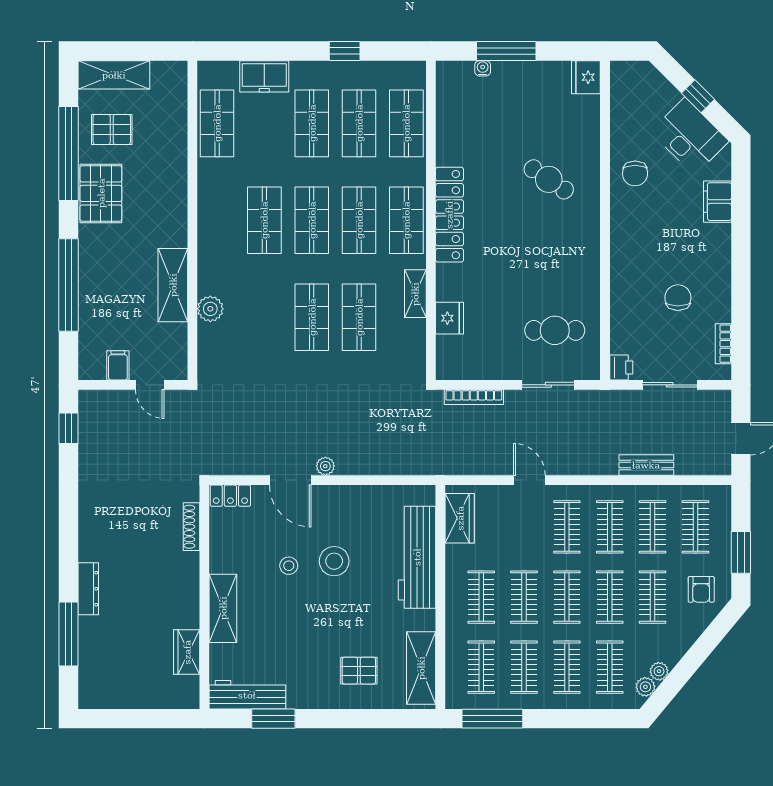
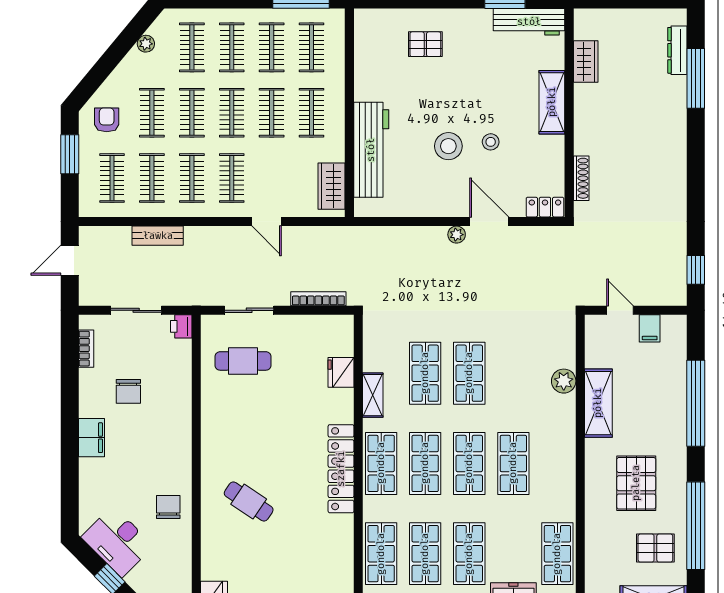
pallet: (101, 193) -> (636, 483), moved
filing cabinet: (718, 202) -> (91, 438), moved
dresser: (88, 589) -> (677, 50), moved
shelving: (421, 668) -> (367, 47), removed
plant: (645, 687) -> (159, 29), removed

